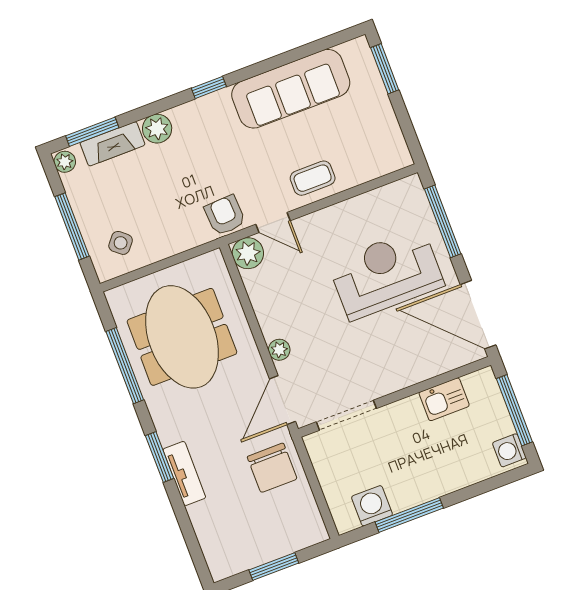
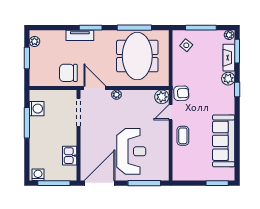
window: (209, 87) -> (237, 90), moved
meeting table: (182, 337) -> (137, 56), turned 90
plant: (233, 564) -> (34, 41), added

